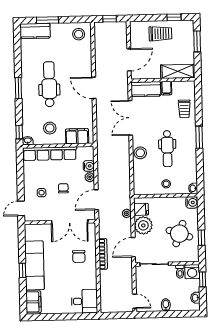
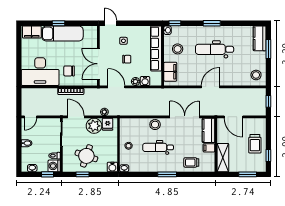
dental chair: (49, 84) -> (215, 49), turned 180
desk: (84, 301) -> (40, 72), width x1.87, depth x1.30

